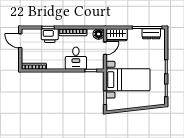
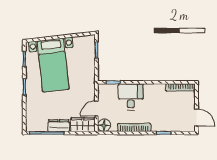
dresser: (151, 34) -> (59, 126), moved
printer: (50, 36) -> (162, 124), removed
bed with nightstands: (128, 80) -> (53, 65), moved, turned -96

